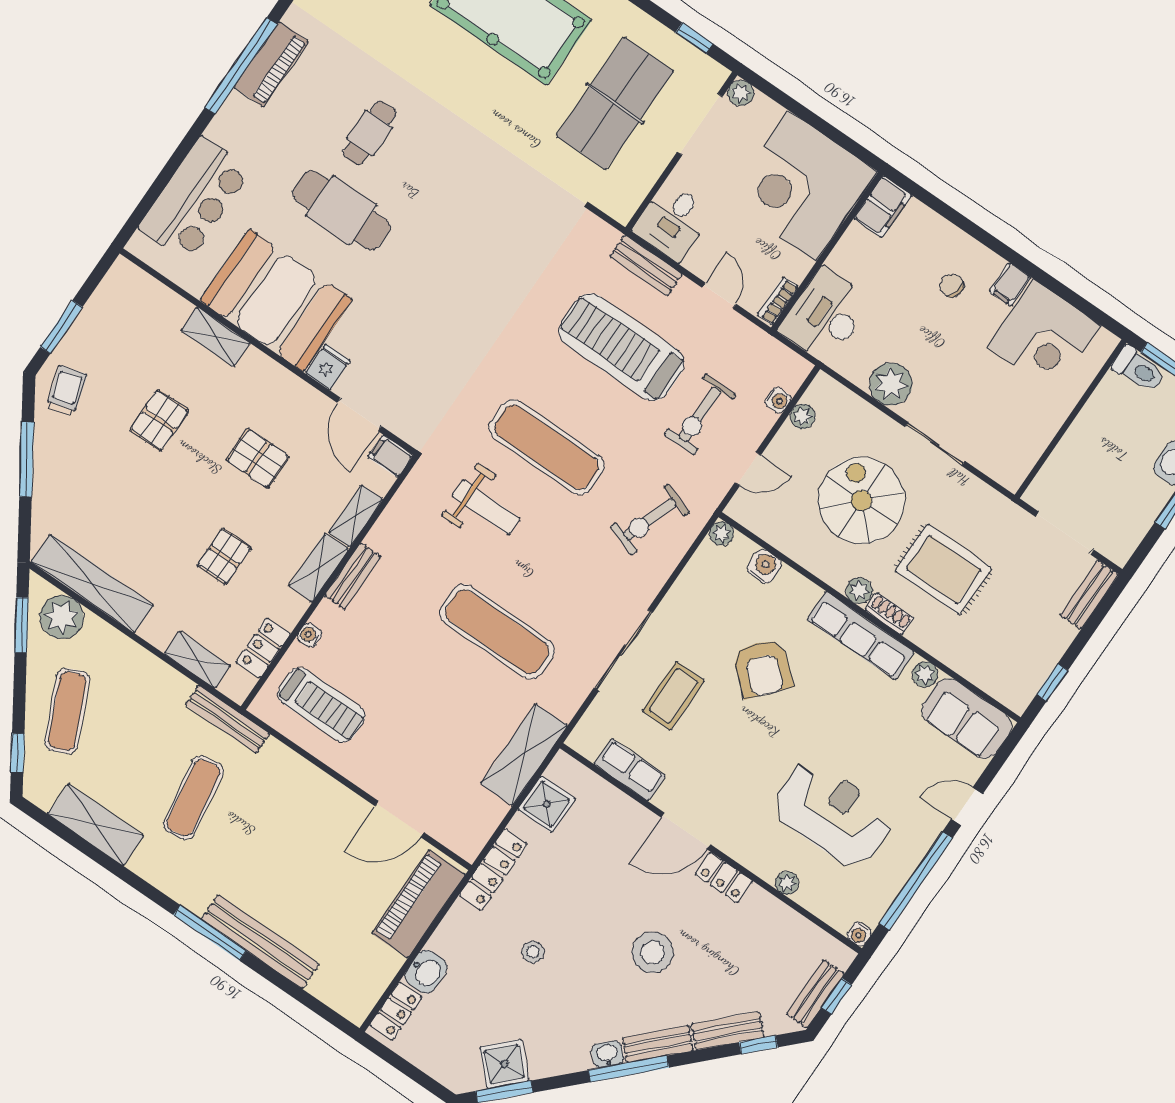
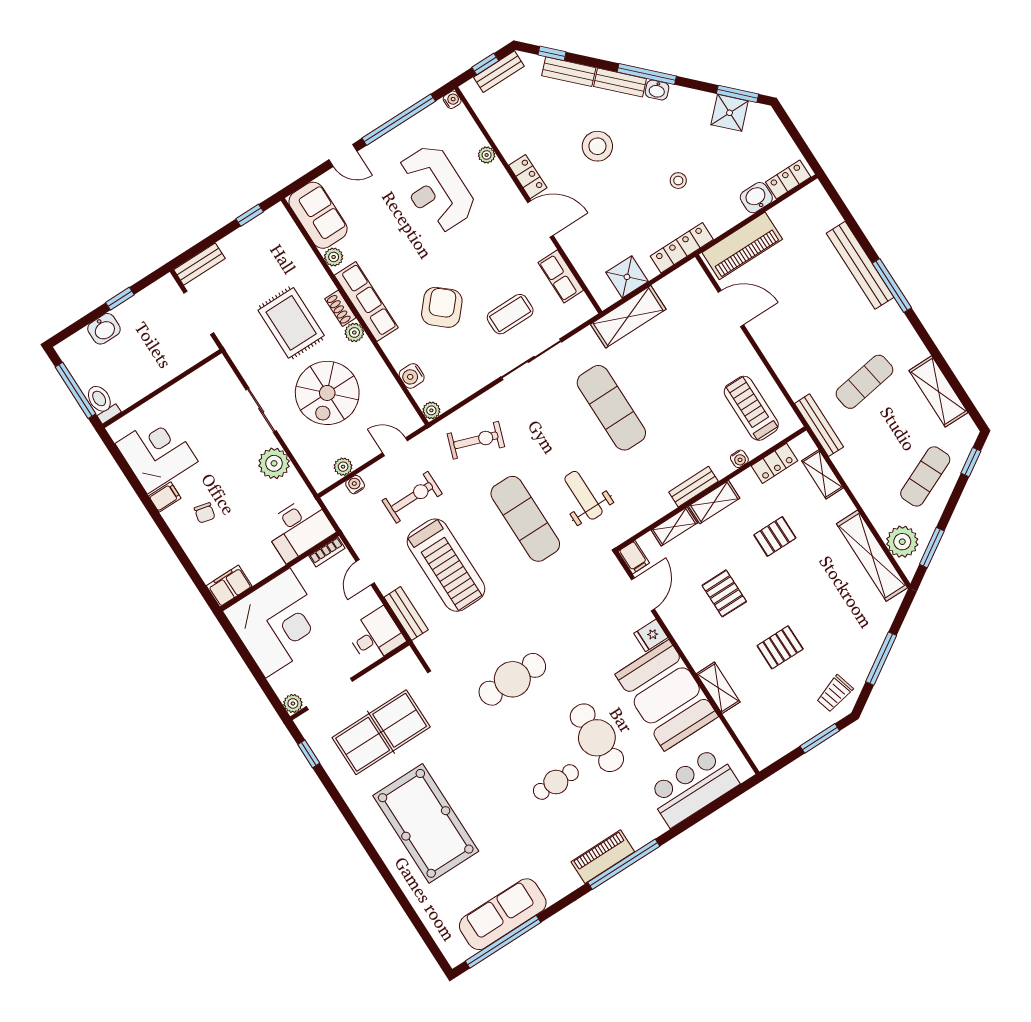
cafe table: (478, 239) -> (512, 679), added

